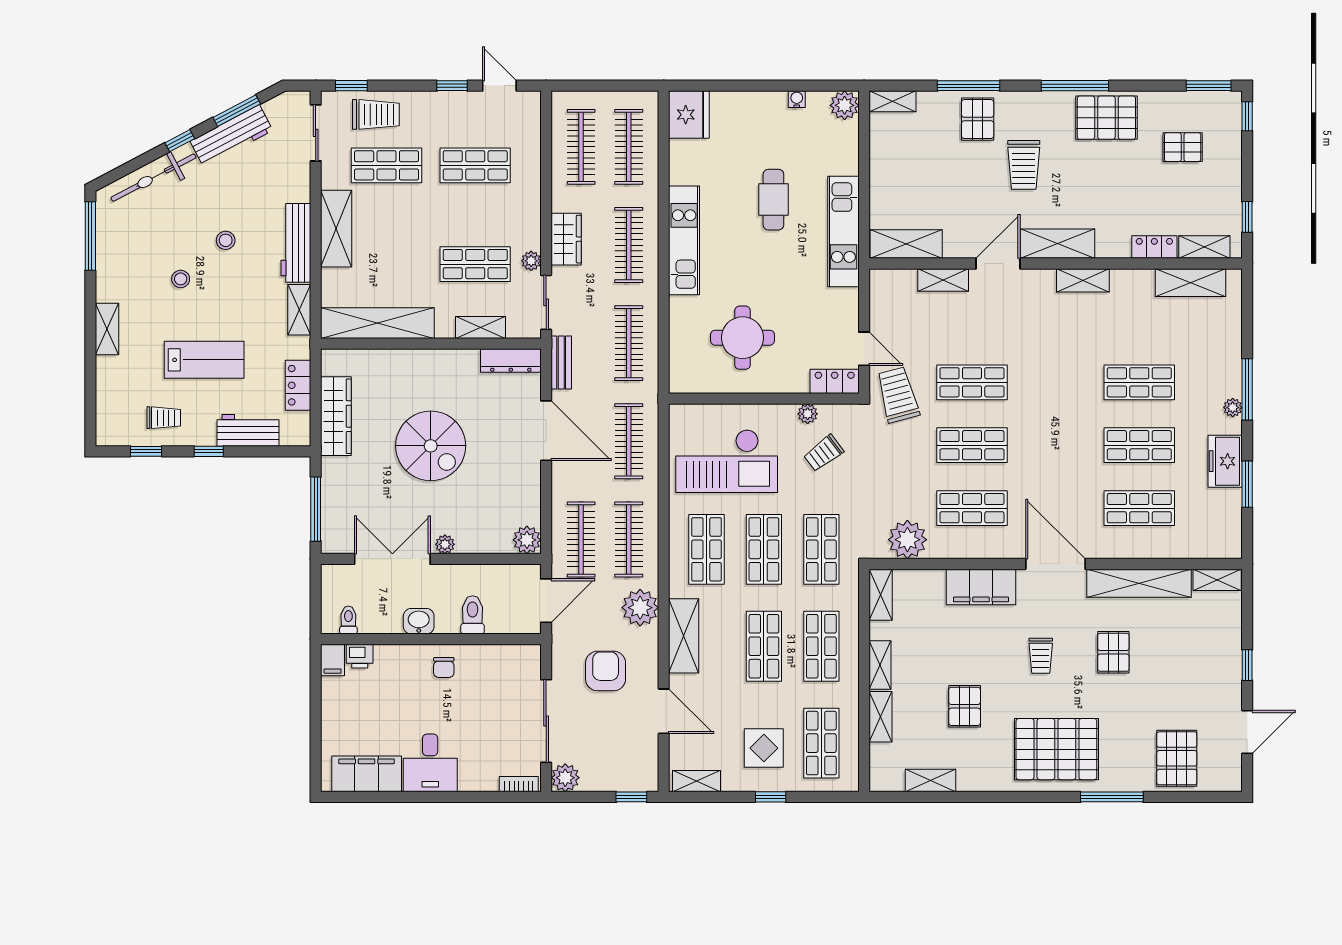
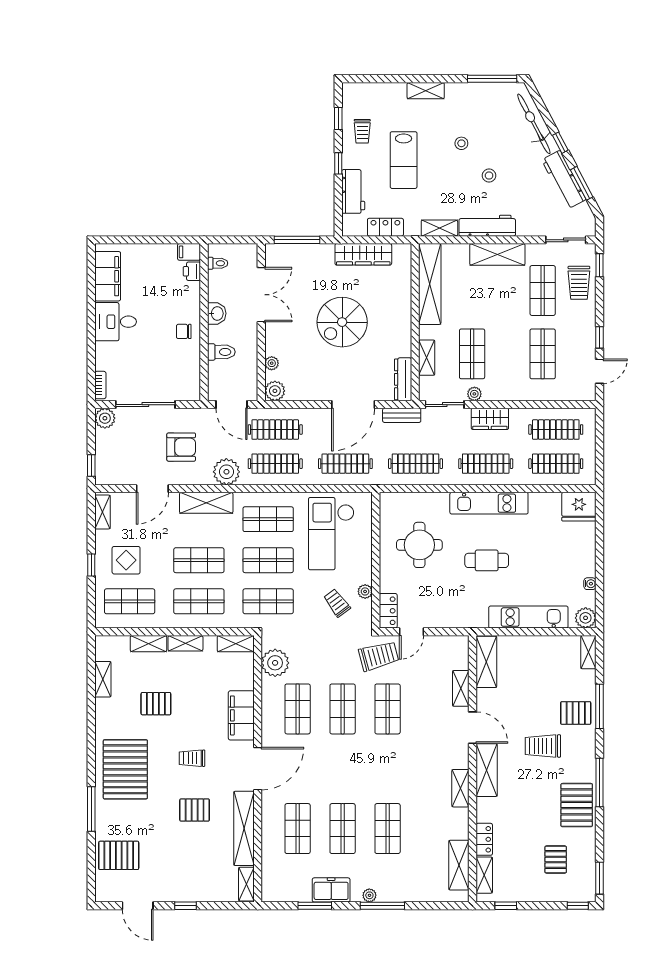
cafe table: (773, 200) -> (487, 560), moved
kitchen unit: (843, 231) -> (528, 617), moved
plant: (445, 544) -> (272, 363), moved

